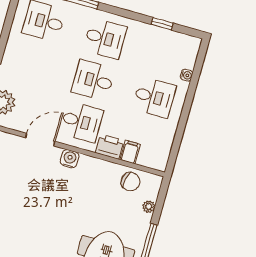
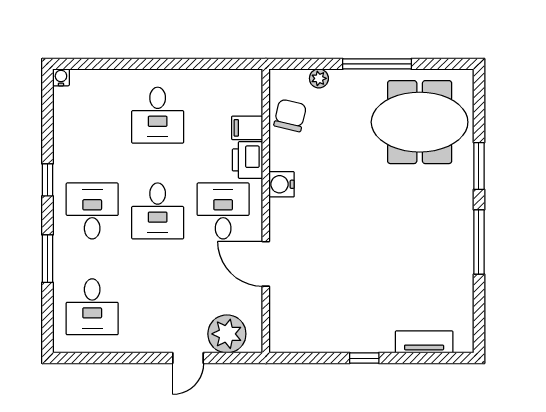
window: (162, 24) -> (47, 180), moved
water cooler: (186, 75) -> (61, 77), moved
desk: (154, 97) -> (158, 115), turned 180
water cooler: (70, 159) -> (282, 184), moved

